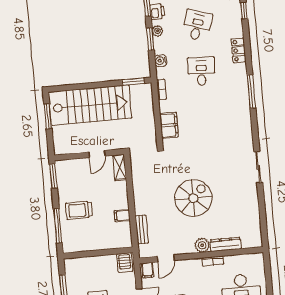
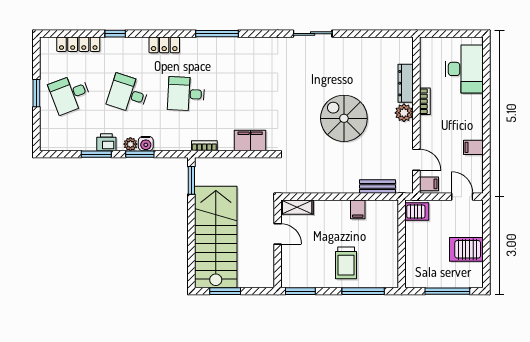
water cooler: (161, 61) -> (146, 144), moved

